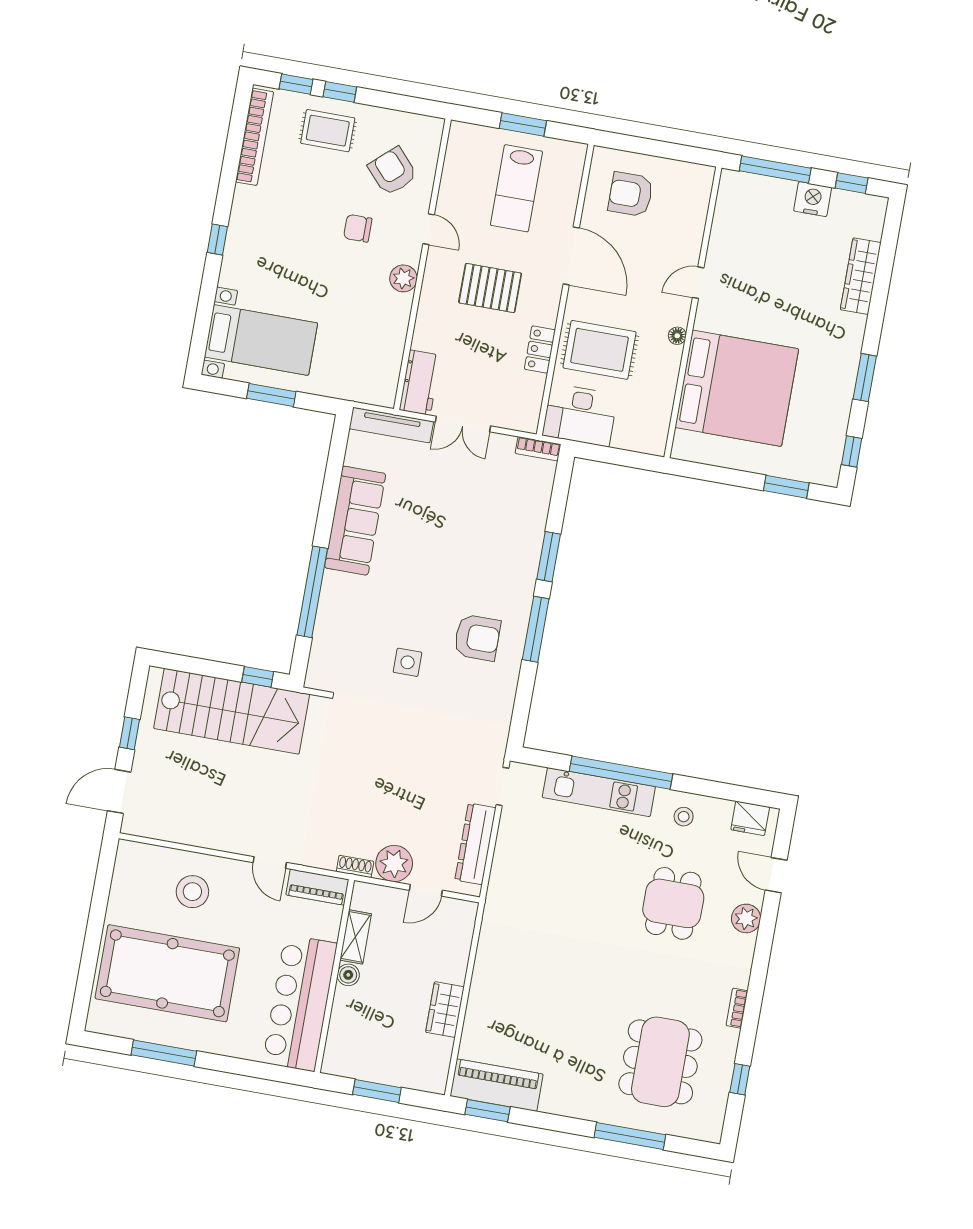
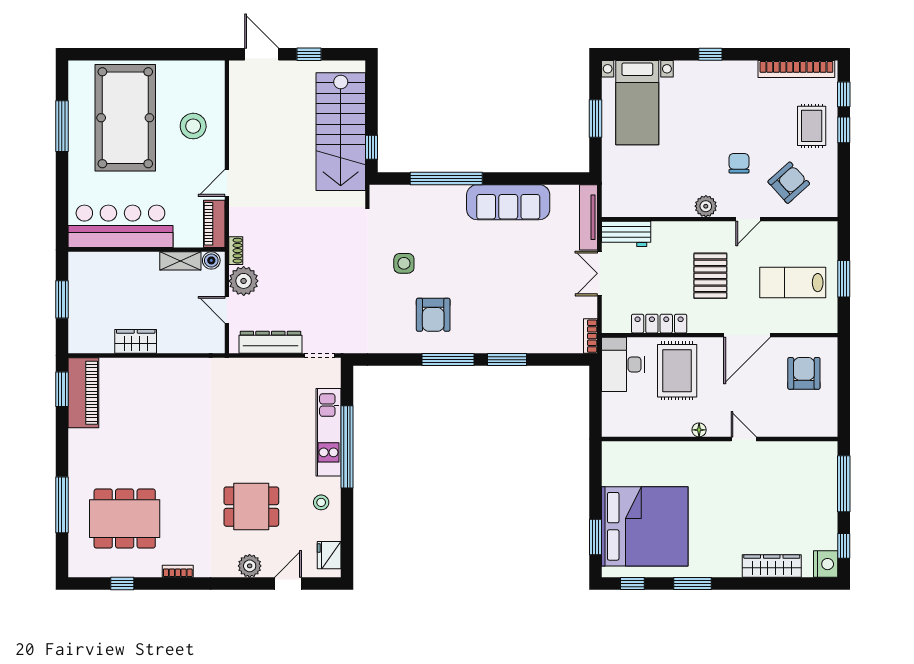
nightstand: (813, 199) -> (826, 564), moved
locker: (540, 349) -> (659, 324), width x1.53
bed: (737, 388) -> (645, 526), moved, turned -90
boiler: (348, 975) -> (211, 260), moved

